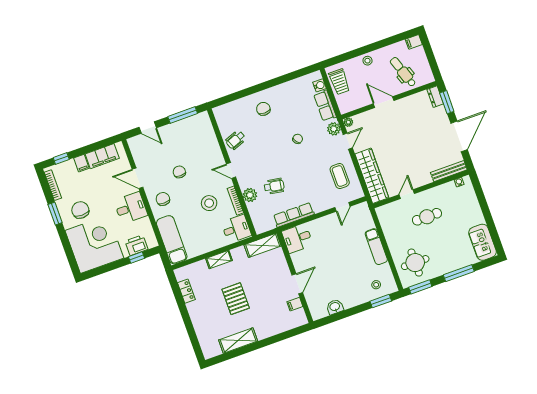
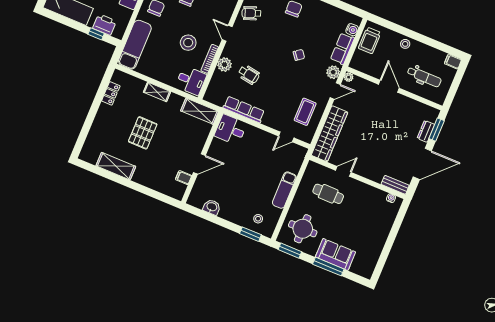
dental chair: (403, 72) -> (424, 77), turned 109
dresser: (435, 97) -> (426, 131), moved
bench: (449, 171) -> (395, 185), width x0.73
cafe table: (427, 217) -> (328, 194), moved
sofa: (482, 242) -> (335, 254), moved, turned 90

